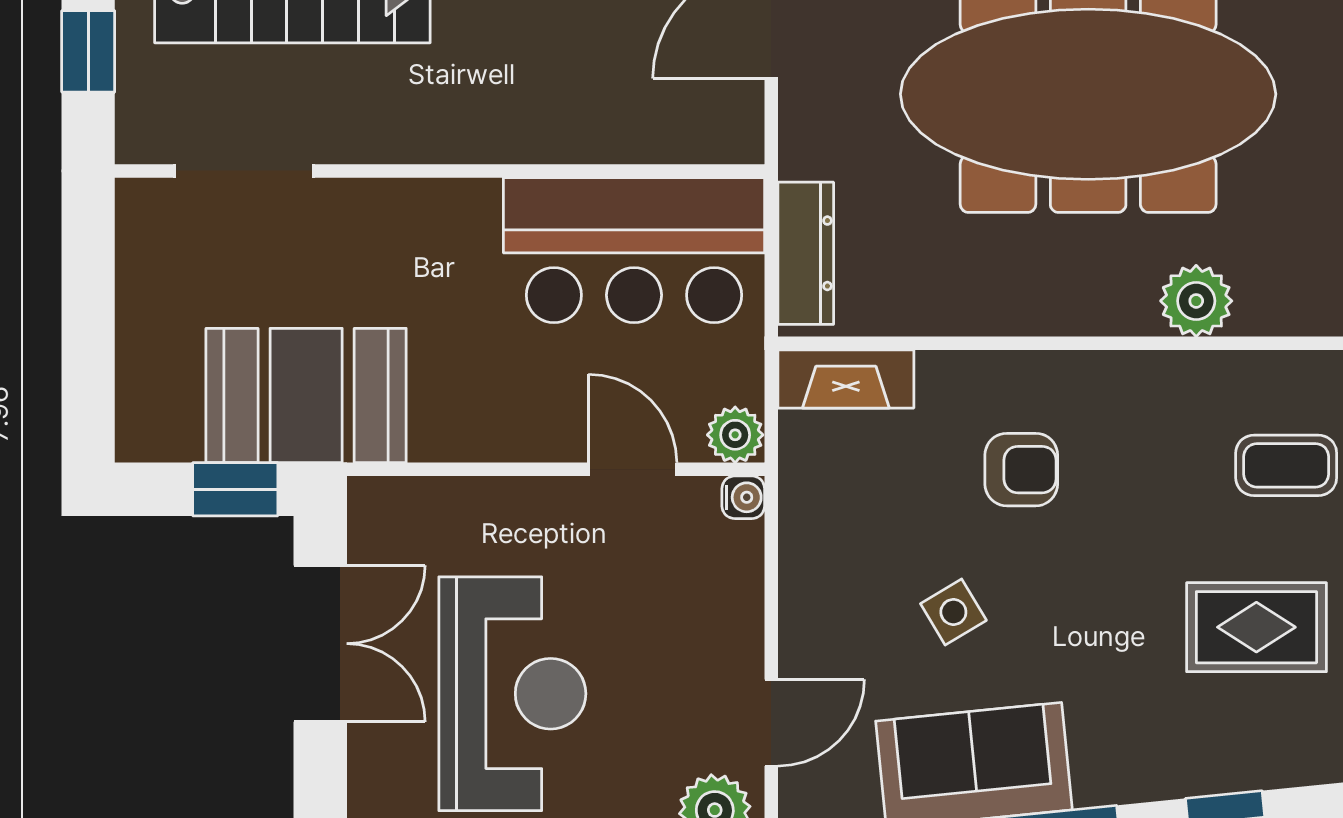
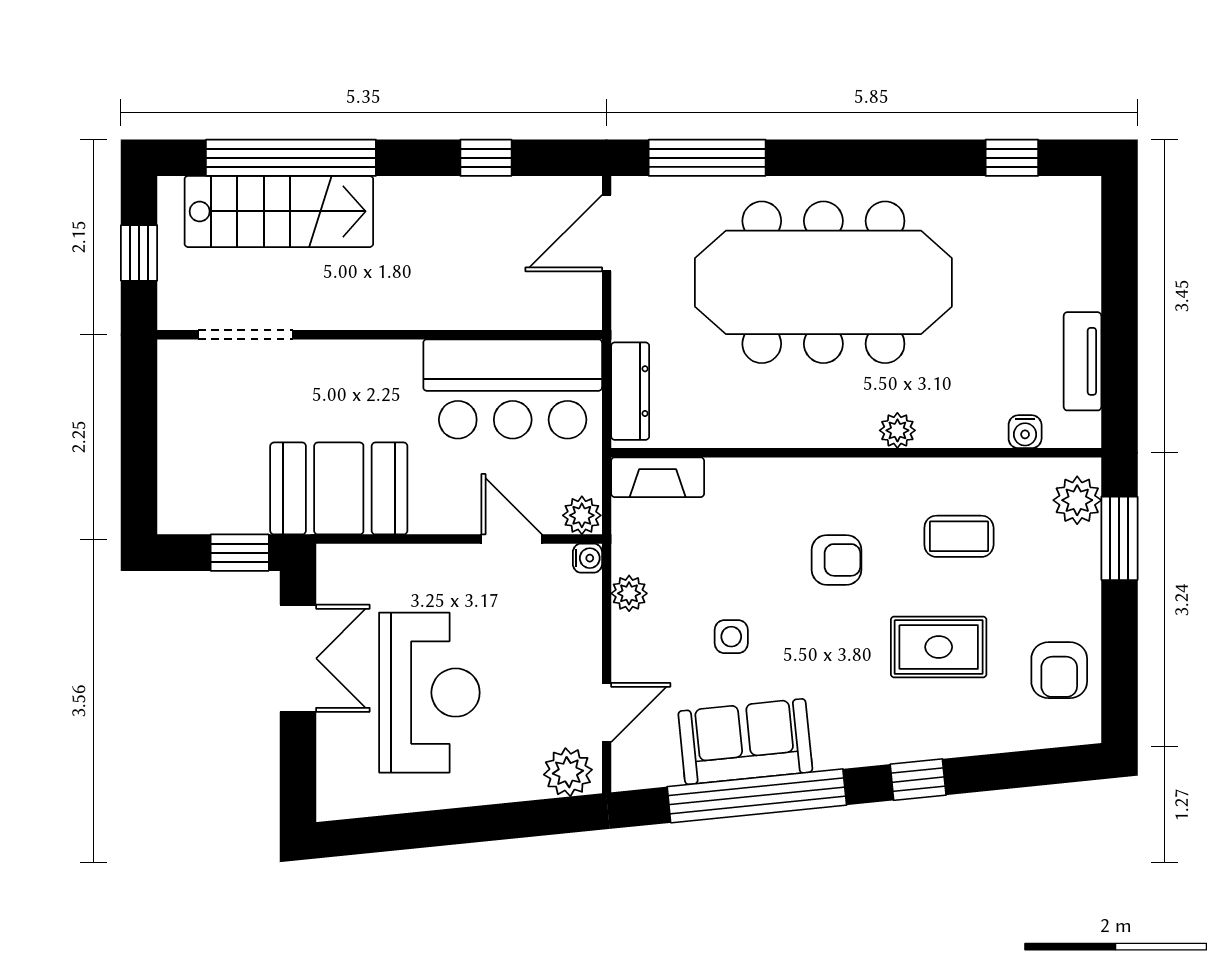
plant: (1196, 301) -> (897, 430), width x0.73, depth x0.73
booth: (306, 396) -> (339, 488), moved
armchair: (1021, 470) -> (837, 560), moved
plant: (804, 549) -> (629, 593), added
side table: (953, 612) -> (731, 637), turned 31

